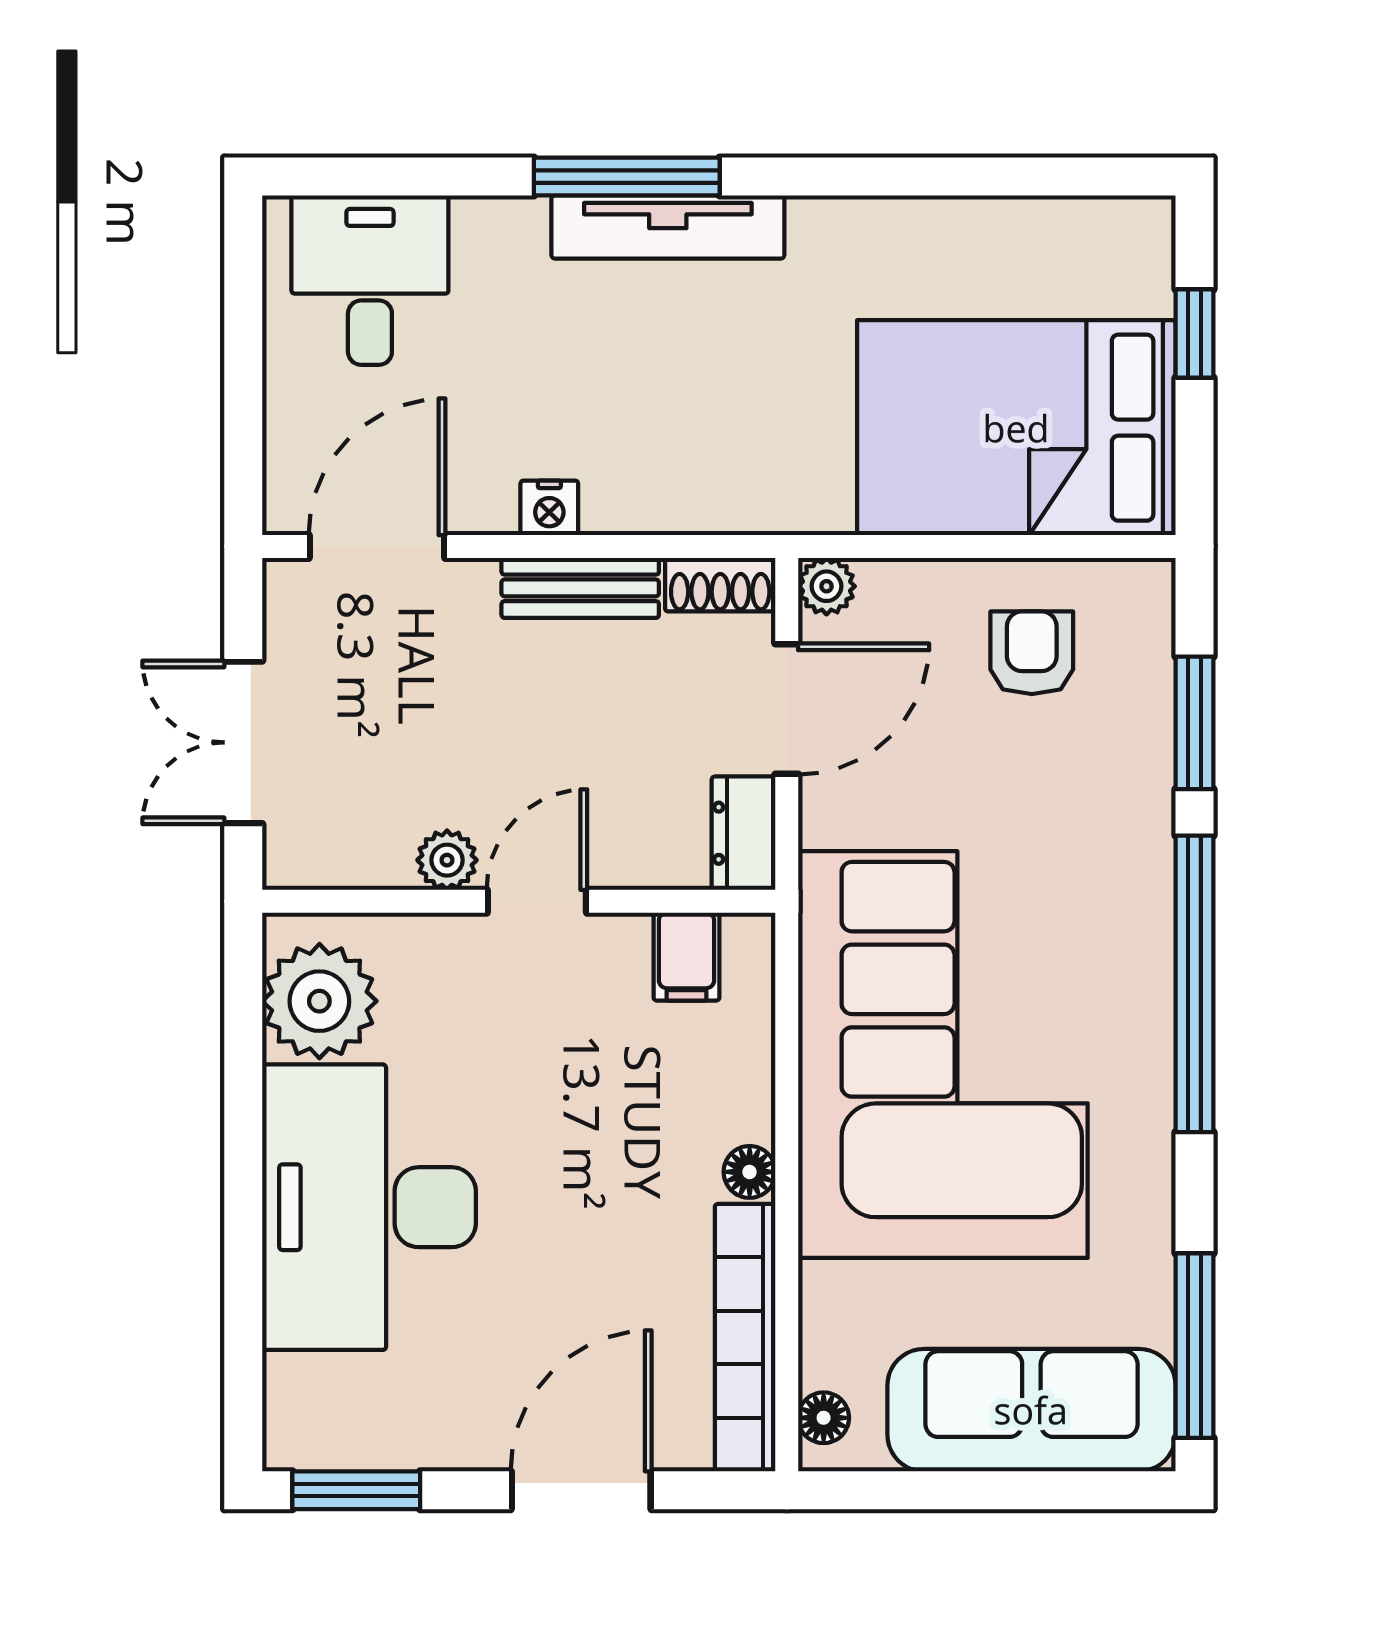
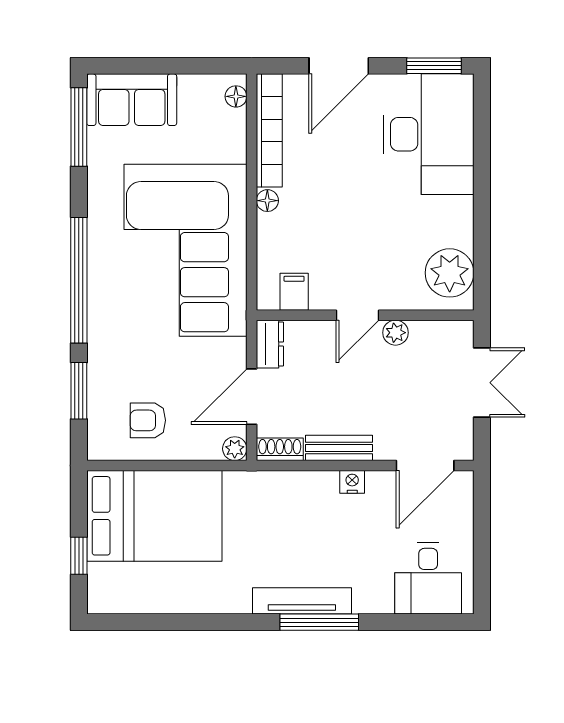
armchair: (1032, 653) -> (148, 420), turned 90
desk: (369, 1207) -> (429, 134), moved
sofa: (1031, 1410) -> (132, 100), width x0.73

